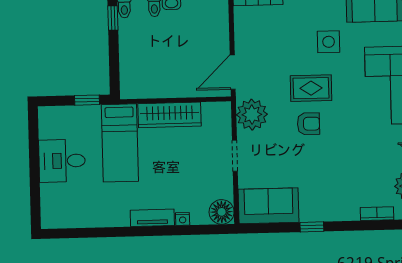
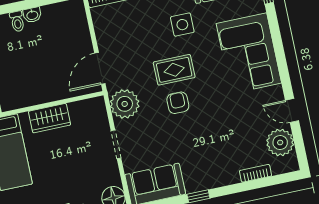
wardrobe: (169, 115) -> (49, 118), width x0.67
armchair: (308, 124) -> (178, 103), turned -90

